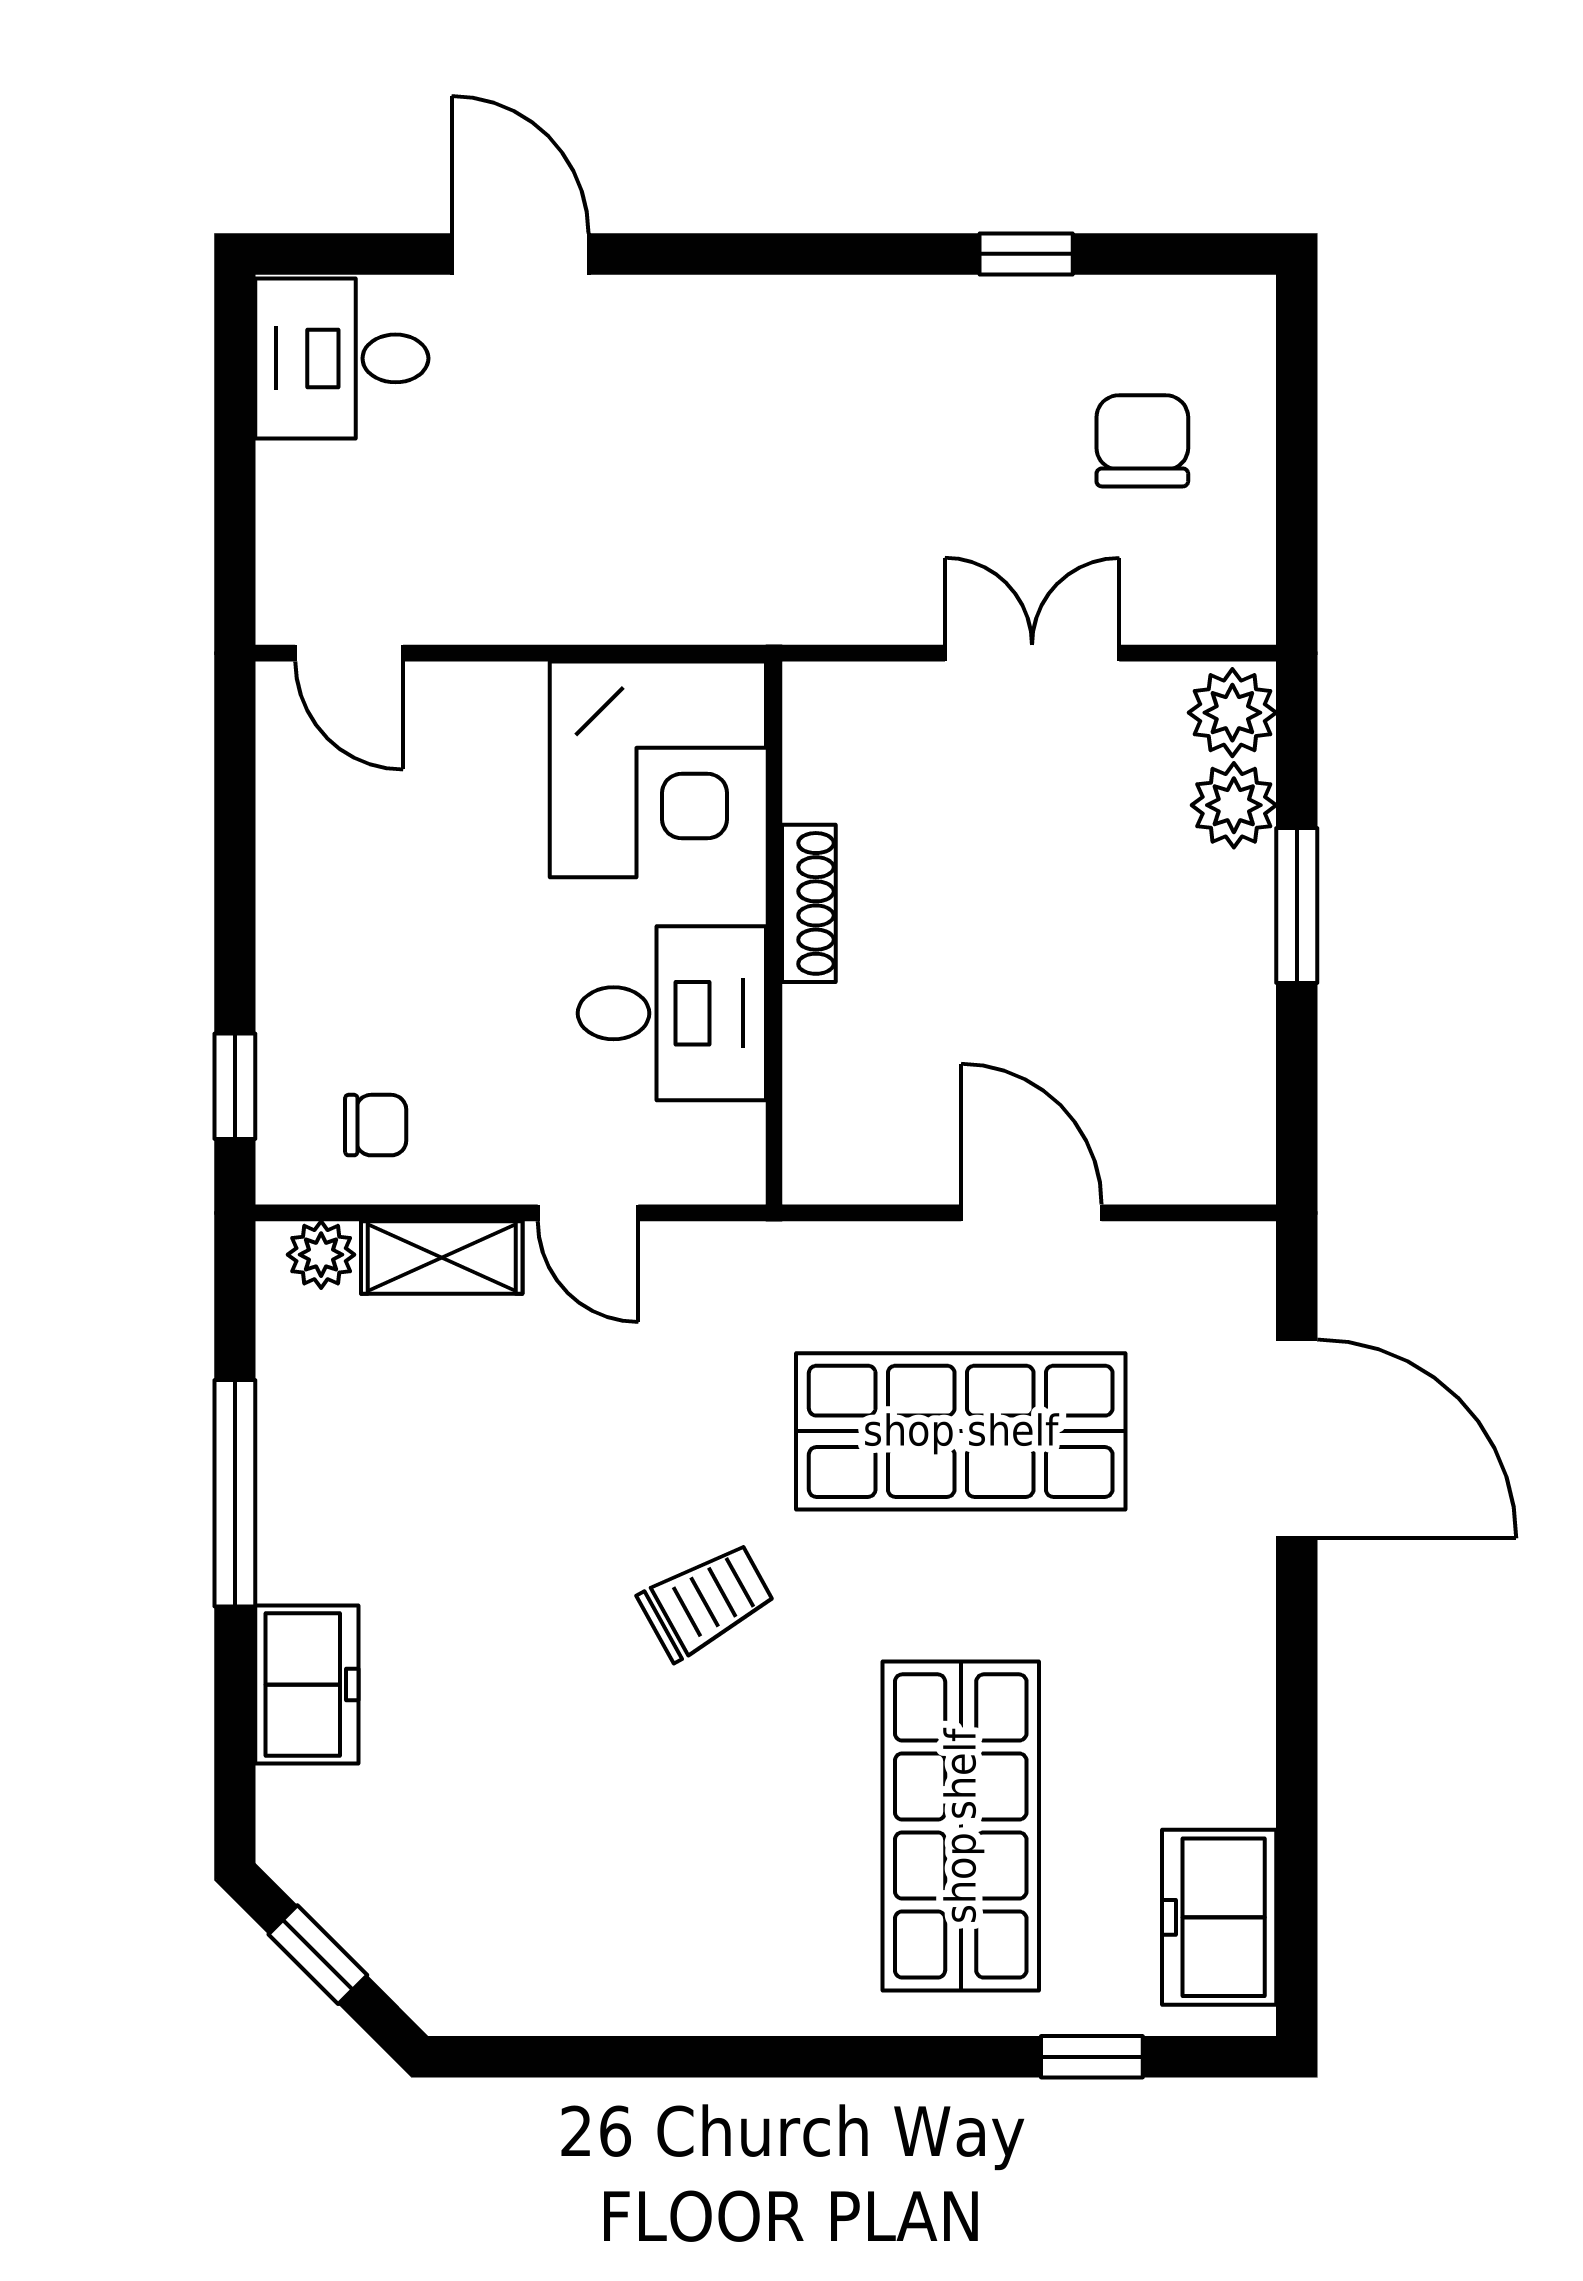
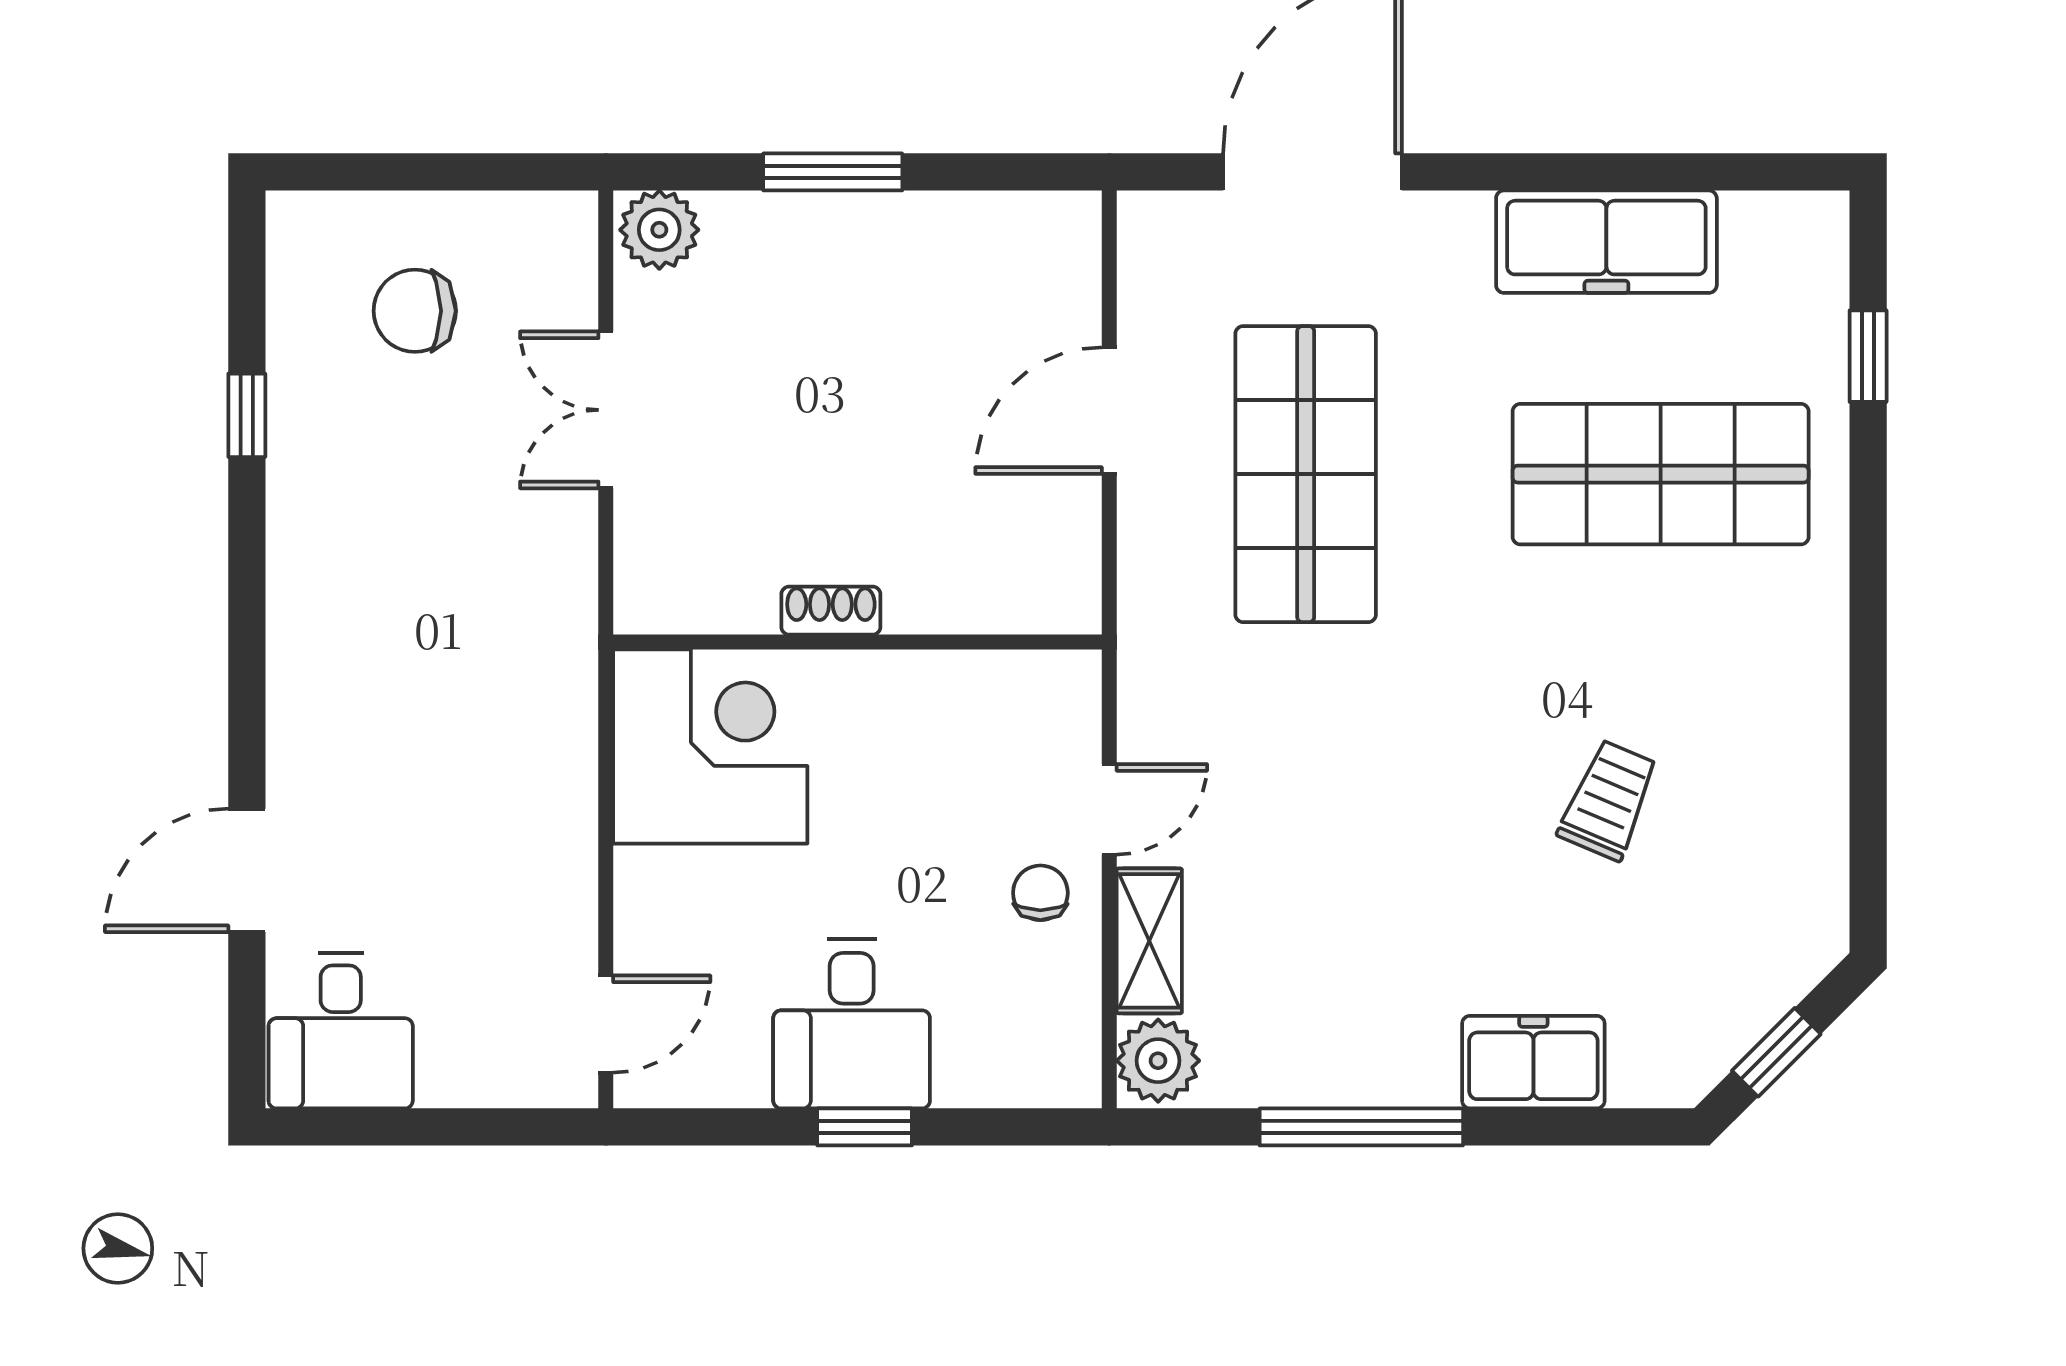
plant: (1234, 805) -> (743, 228), removed
shoe rack: (809, 903) -> (831, 611), width x0.70
desk: (672, 1013) -> (852, 1024), moved, turned 180
window: (235, 1086) -> (865, 1127), moved
chair: (376, 1125) -> (1040, 893), moved
plant: (321, 1255) -> (1158, 1061), width x1.38, depth x1.38
trolley: (706, 1601) -> (1608, 800), moved, turned 52
freezer: (1219, 1917) -> (1606, 242), moved, width x1.40

